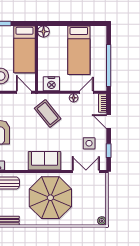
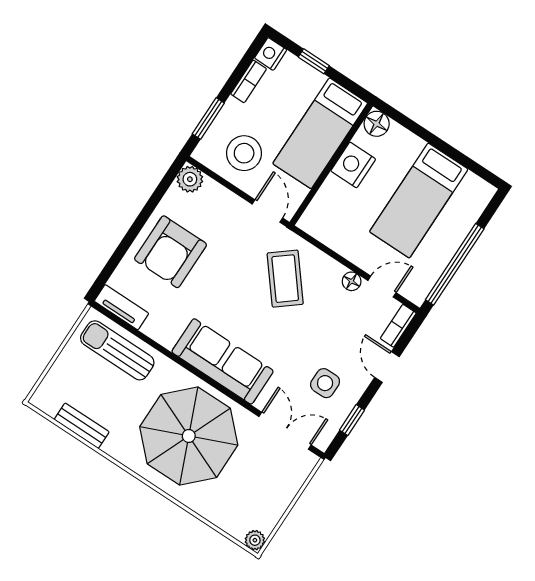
nightstand: (51, 84) -> (353, 165), moved, turned 90
sofa: (45, 161) -> (223, 361), width x1.36

